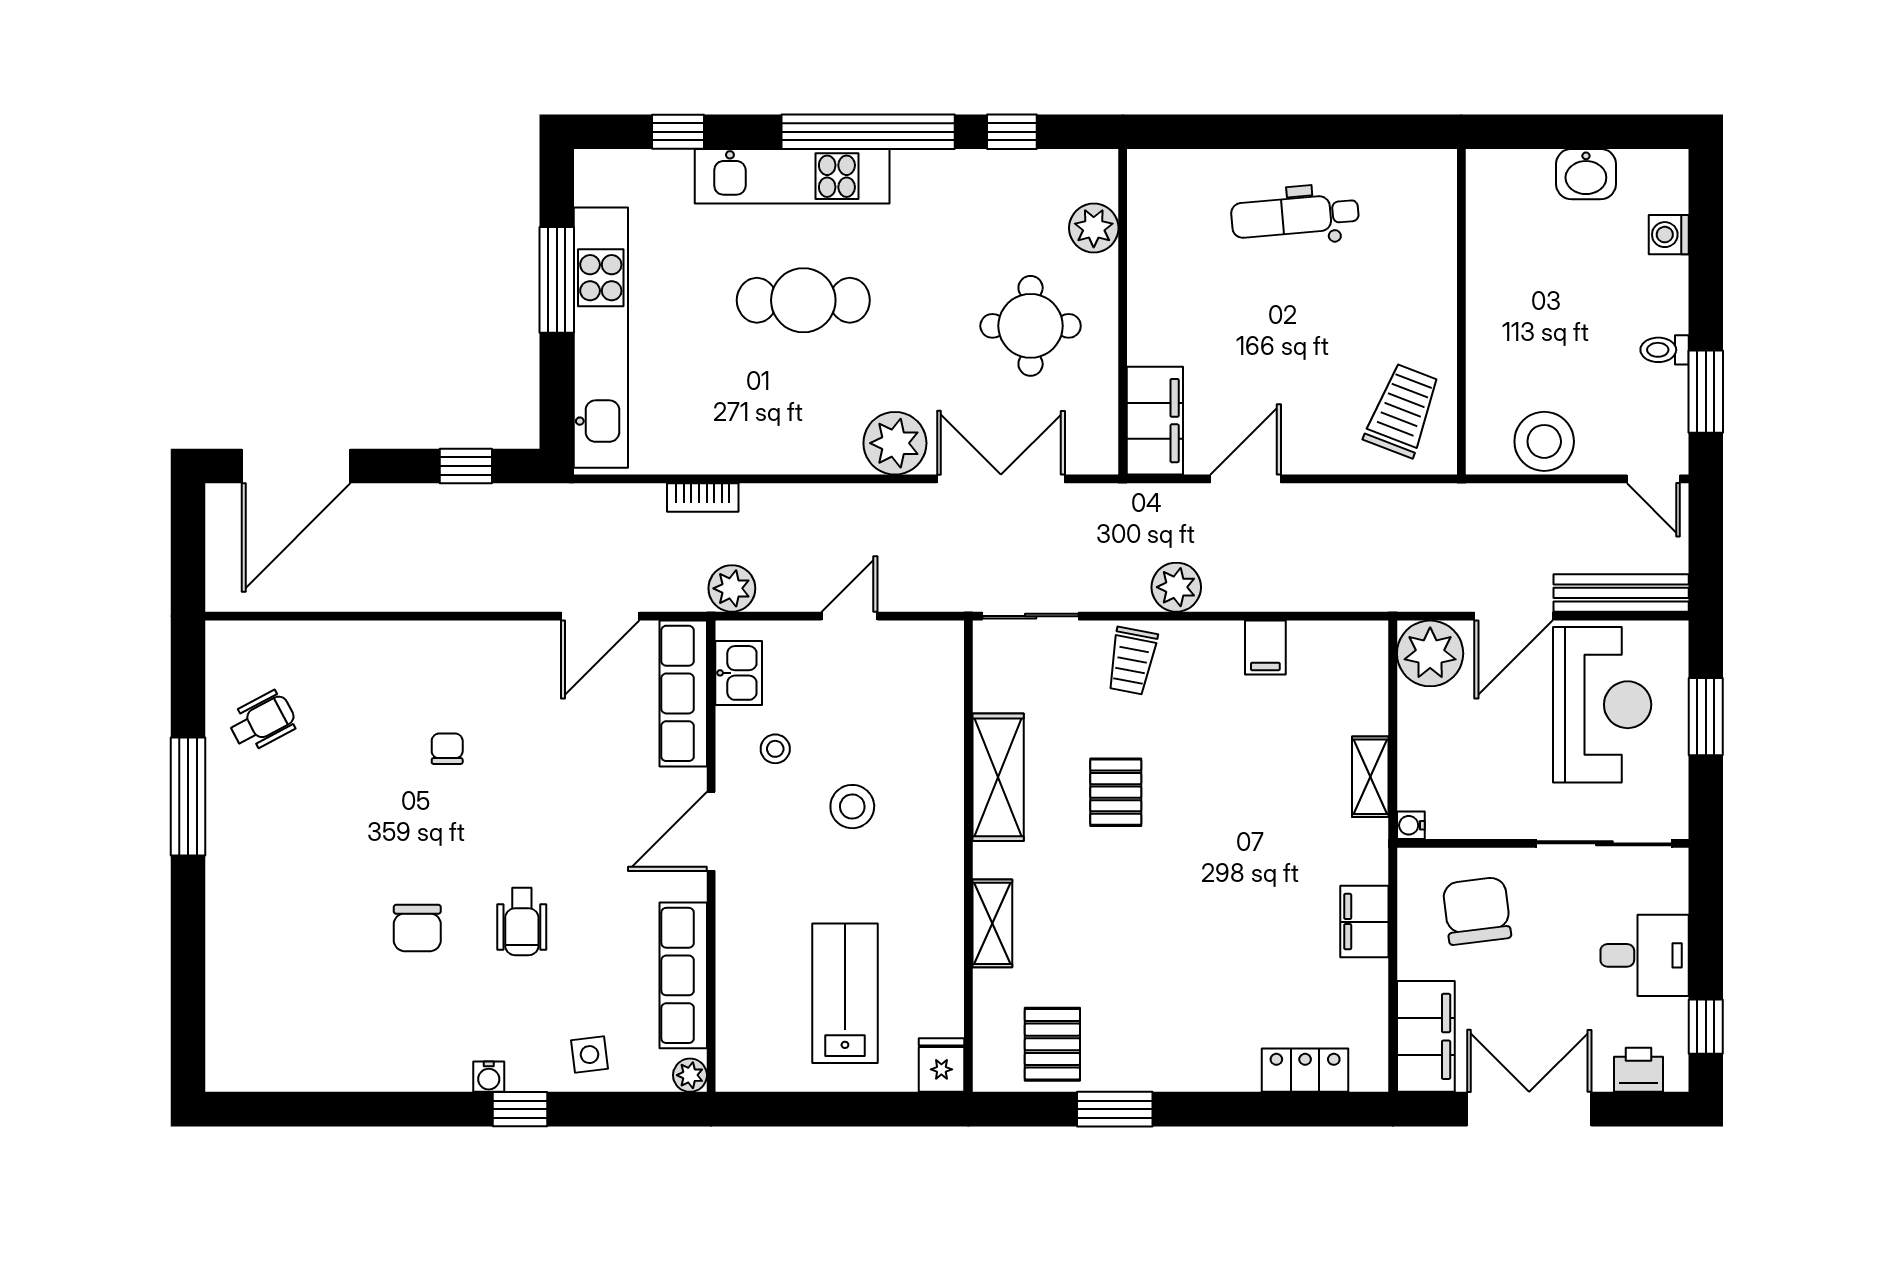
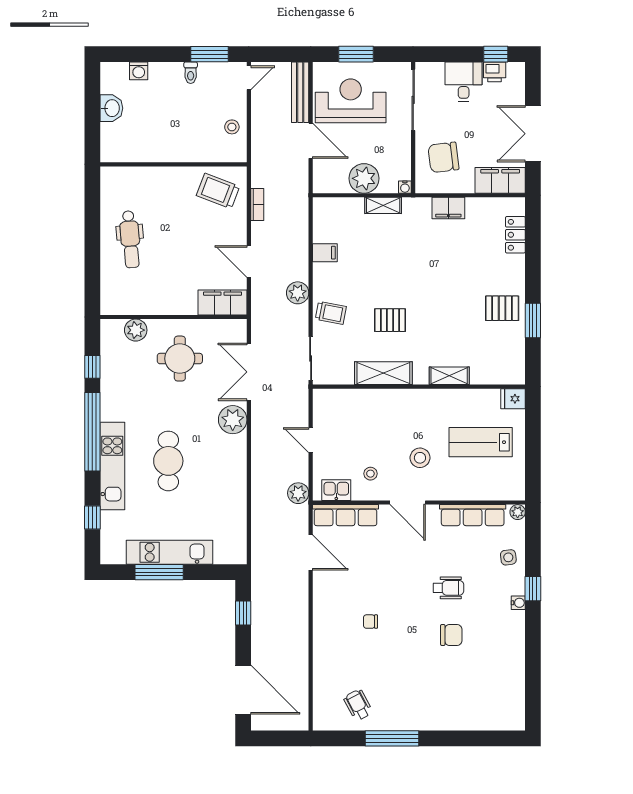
kitchen unit: (601, 338) -> (169, 552), width x0.73
stool: (1544, 441) -> (232, 127), width x0.53, depth x0.53
bookcase: (703, 497) -> (257, 205), moved
plant: (1430, 653) -> (364, 178), moved
stool: (852, 807) -> (420, 458), moved
pallet: (1052, 1044) -> (502, 308), moved
printer: (1638, 1070) -> (495, 72), moved, turned -90

